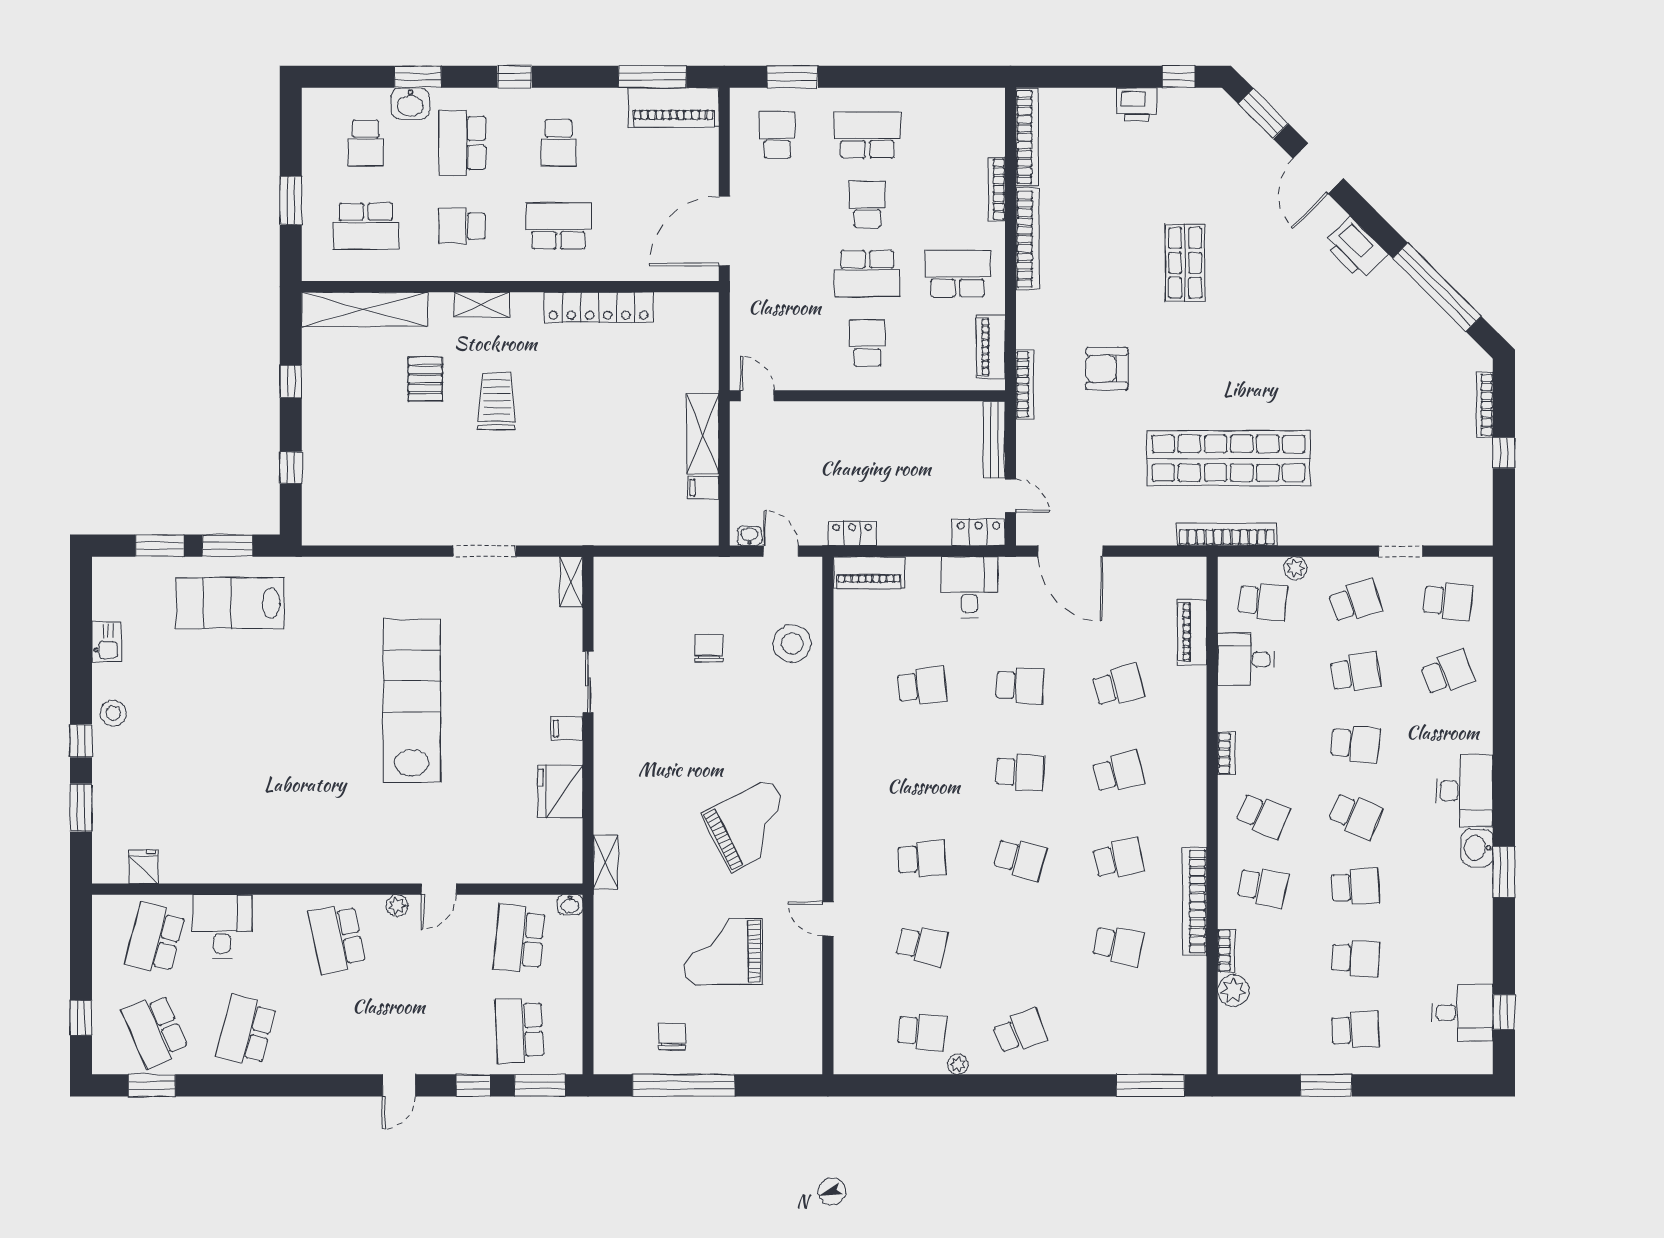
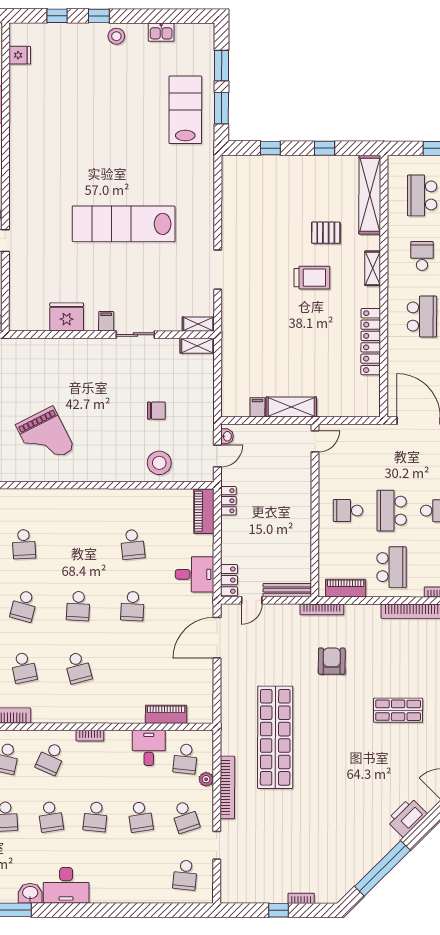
school desk: (867, 343) -> (348, 511), turned 180
bookcase: (1485, 405) -> (301, 898), width x0.64
bookcase: (1227, 534) -> (227, 787), moved
school desk: (1448, 673) -> (140, 875), removed
school desk: (1118, 686) -> (132, 668), removed
lab bench: (412, 701) -> (124, 224), turned 180
window: (81, 808) -> (57, 16), width x0.67
school desk: (1355, 816) -> (51, 817), turned -33
shelving: (606, 862) -> (197, 346), moved

